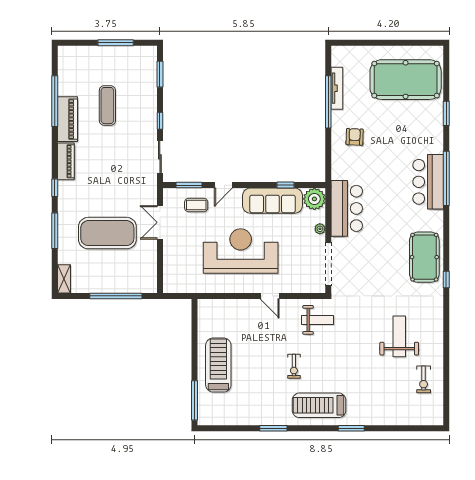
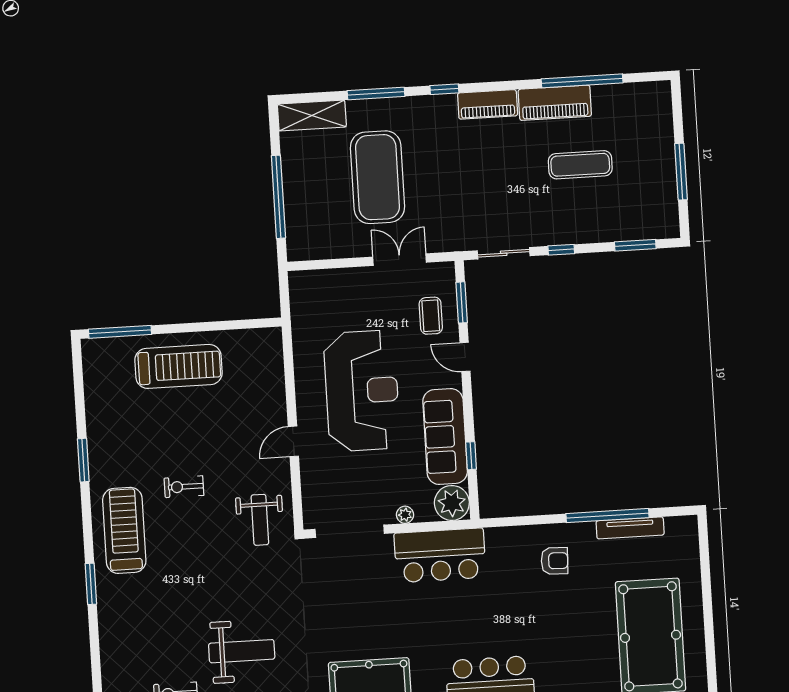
shelving: (64, 279) -> (312, 116), width x1.50, depth x1.33

